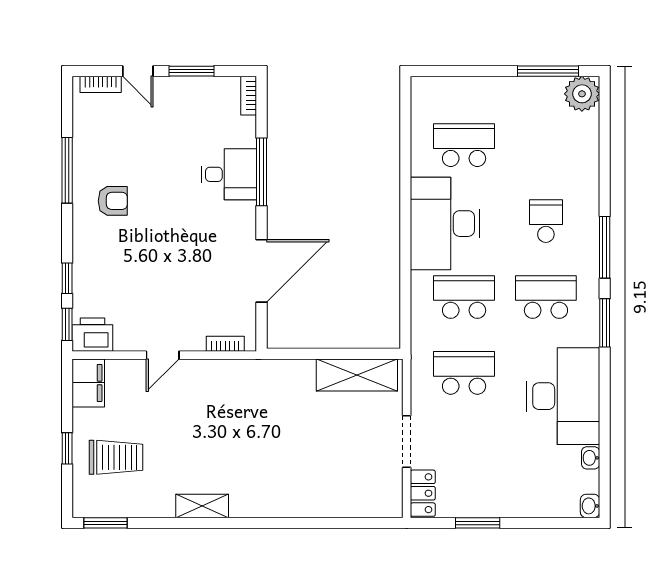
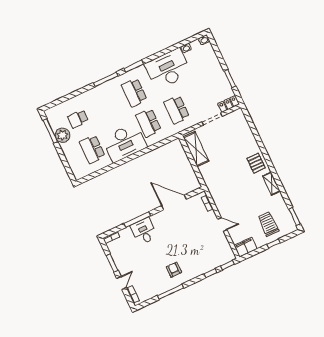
plant: (582, 94) -> (63, 135), moved
school desk: (546, 221) -> (78, 119), moved
printer: (92, 335) -> (227, 254), removed
pallet: (263, 493) -> (256, 163), added

